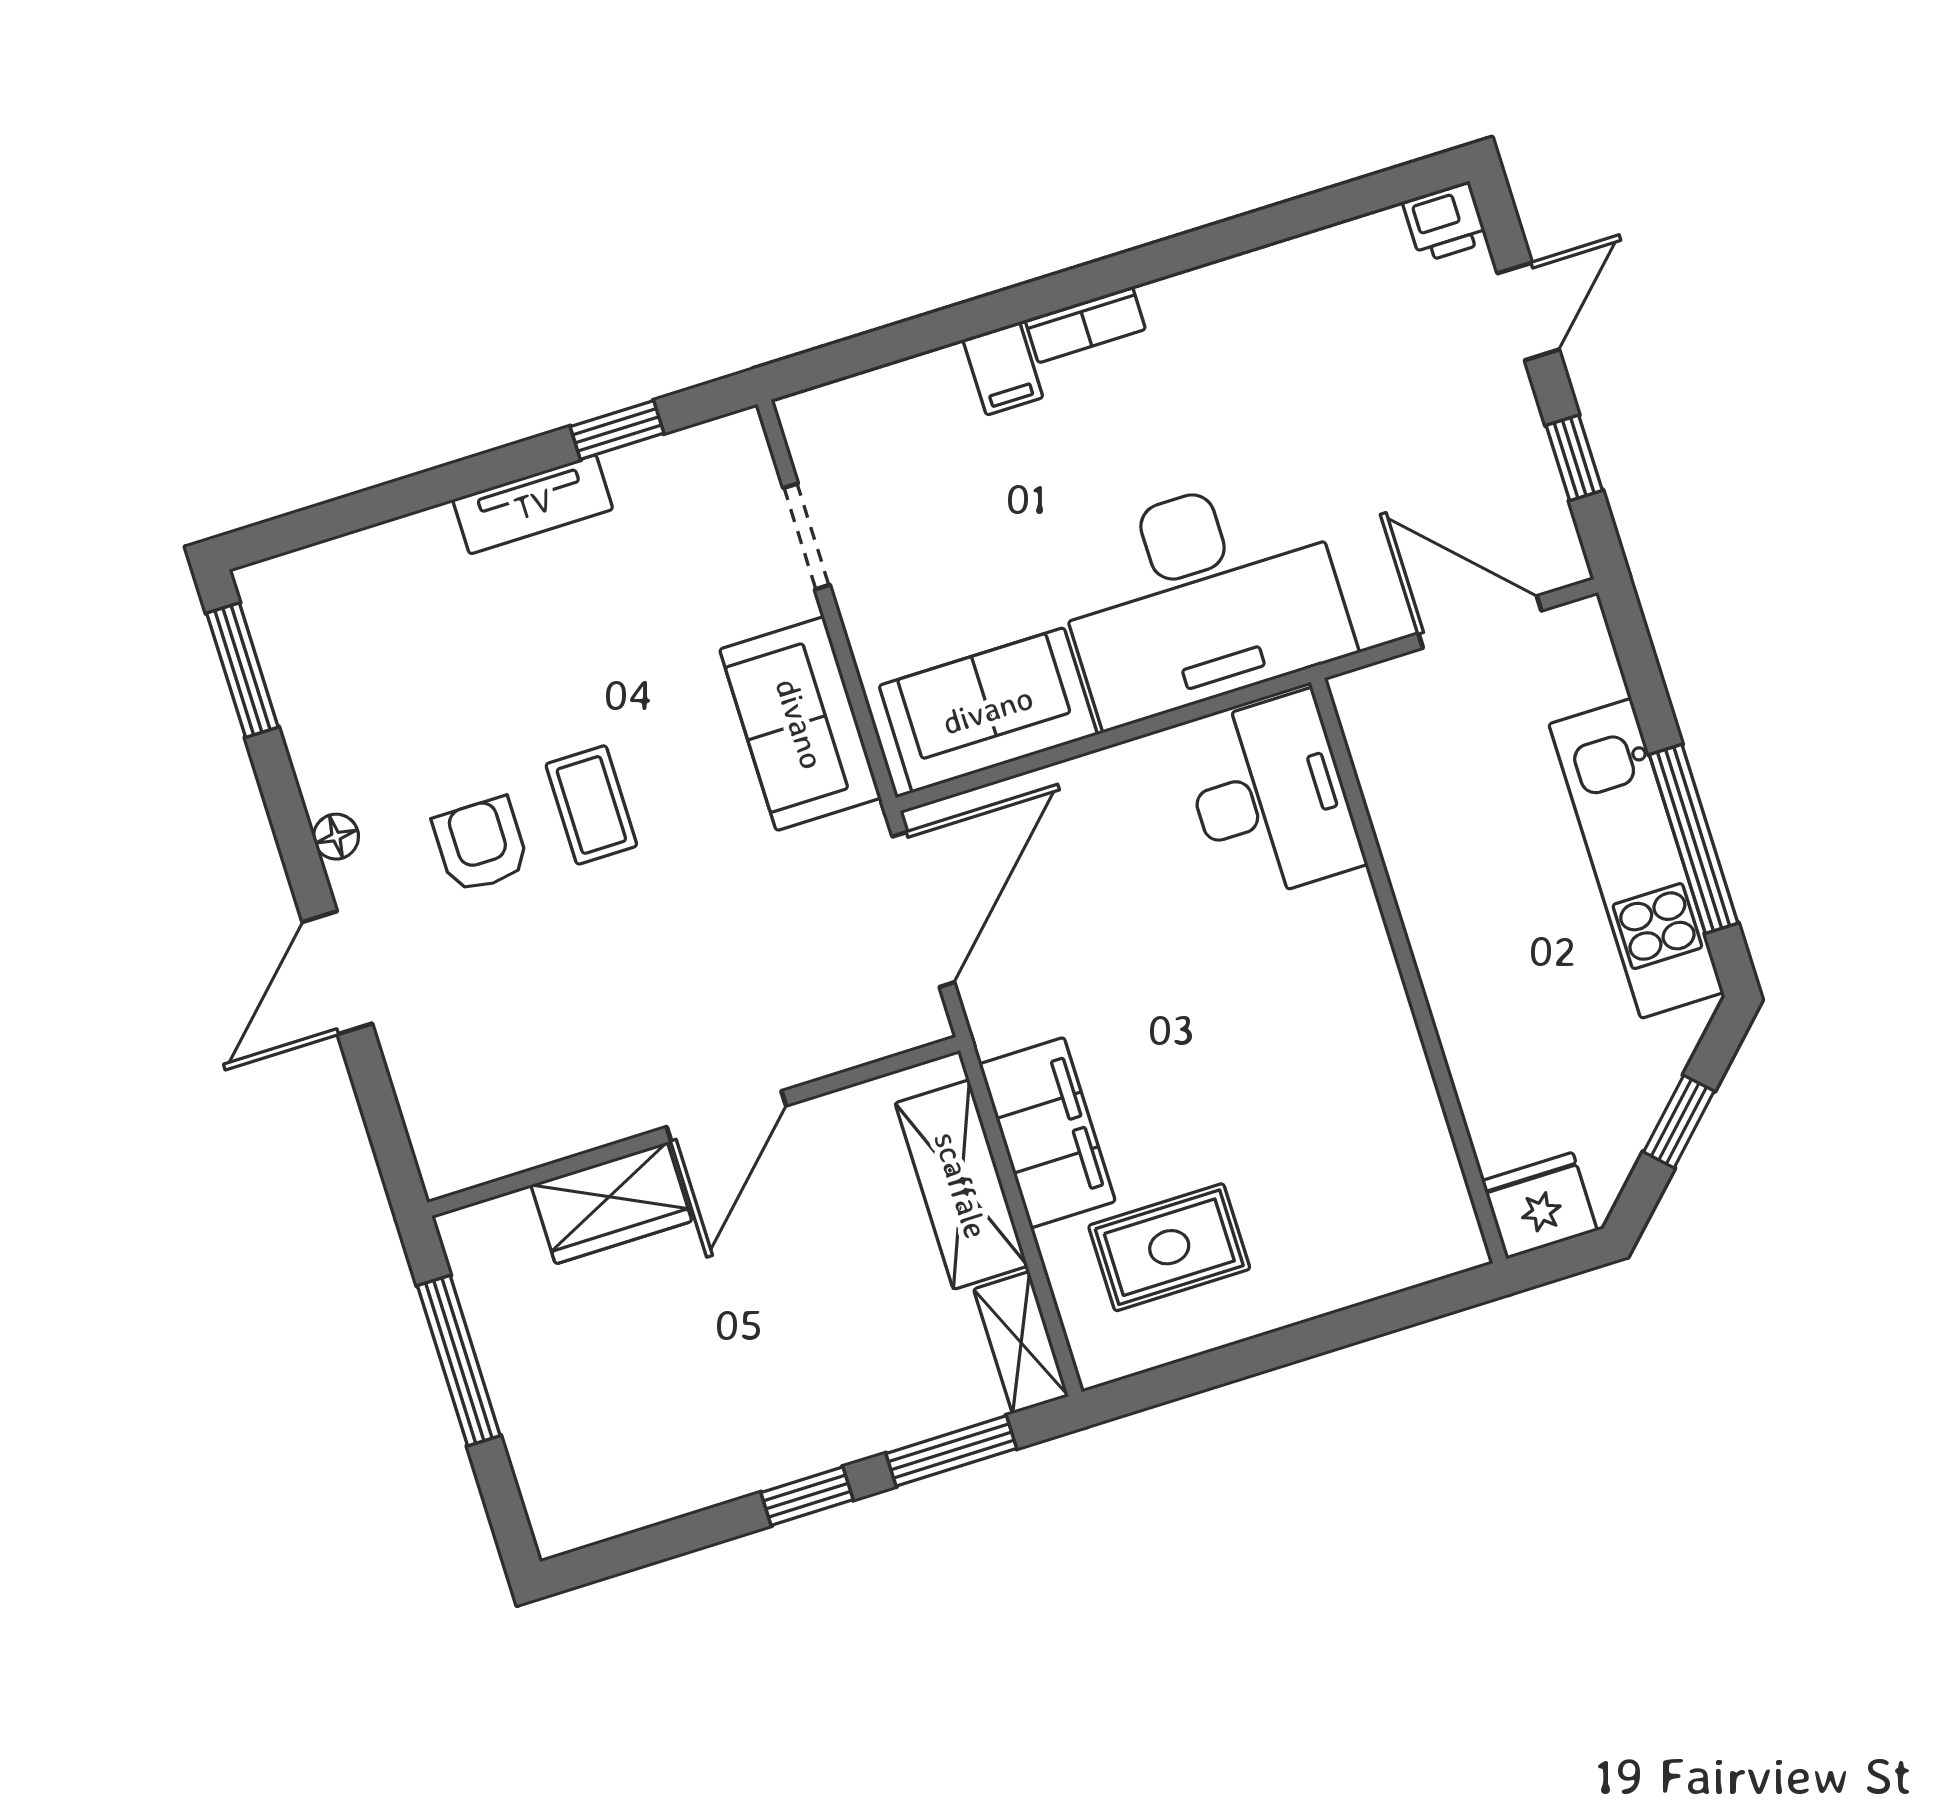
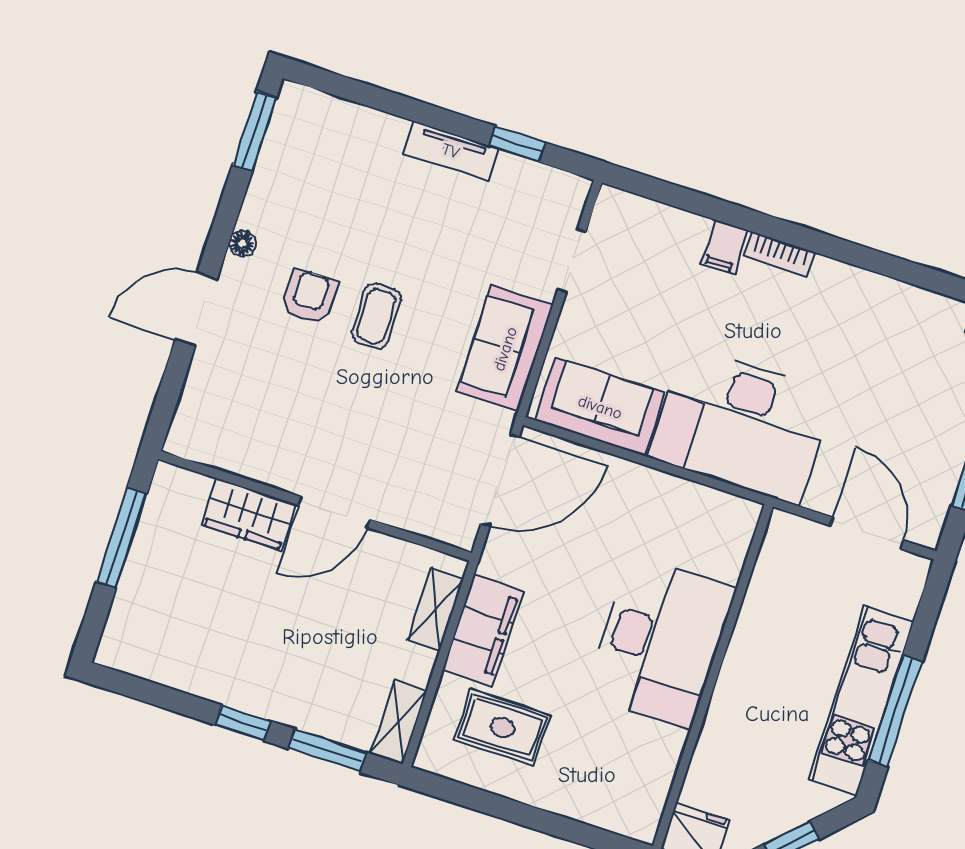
desk: (1271, 797) -> (661, 642), moved, width x1.36, depth x1.30
shelving: (961, 1185) -> (435, 609), width x0.67, depth x0.75

